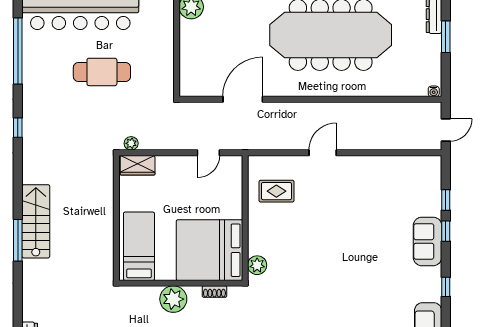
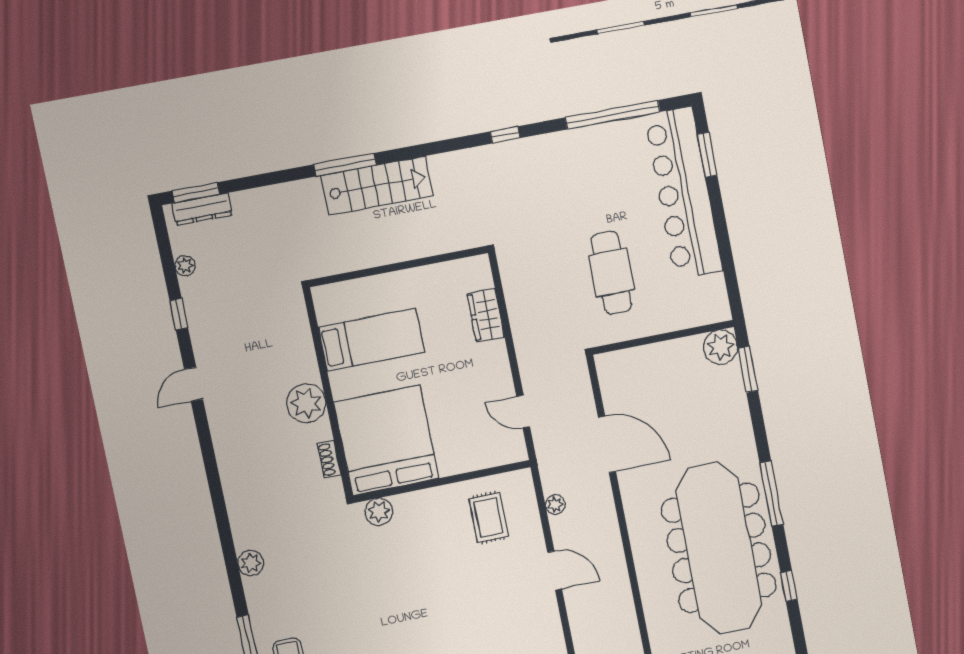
cafe table: (102, 72) -> (611, 273), moved
plant: (131, 143) -> (555, 505), moved
wall: (116, 218) -> (399, 266), moved

